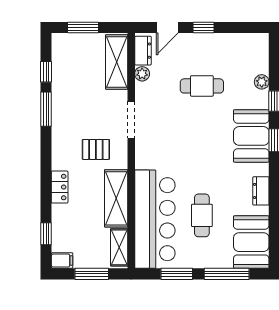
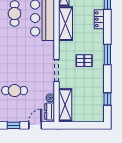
window: (83, 27) -> (85, 125), removed
window: (46, 109) -> (107, 54), moved
pallet: (96, 149) -> (84, 61), moved
locker: (60, 187) -> (99, 19), moved

